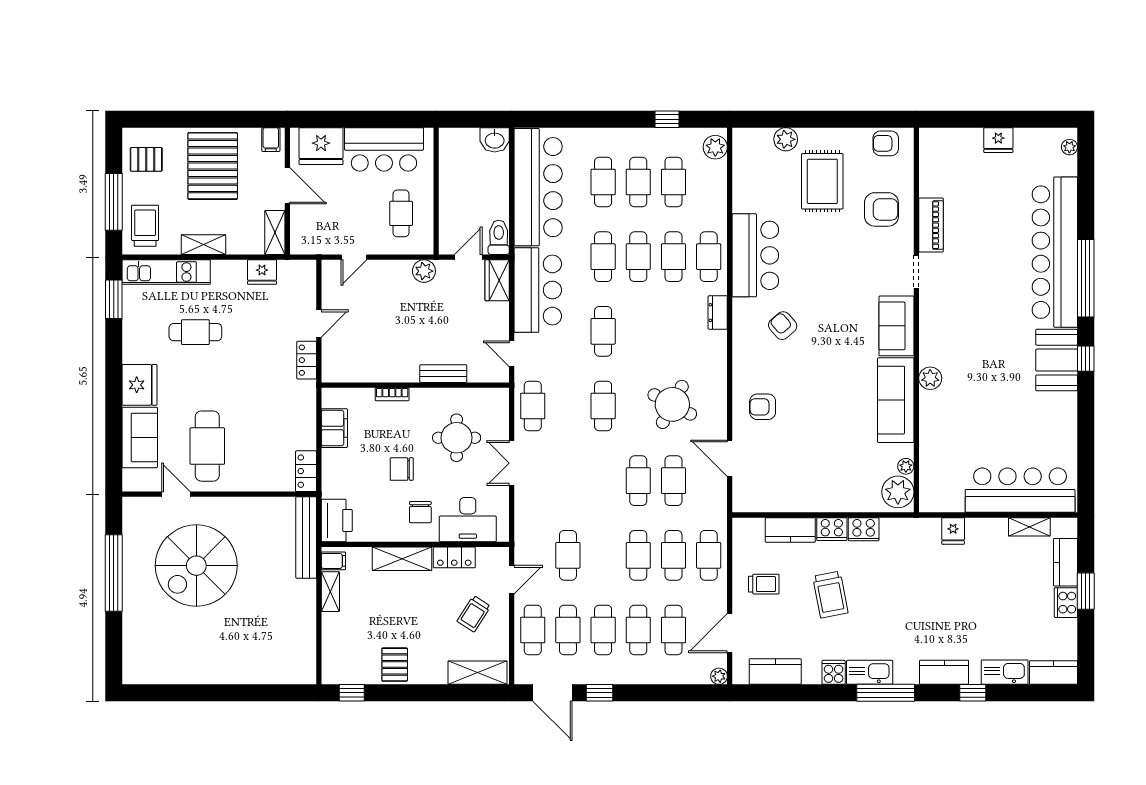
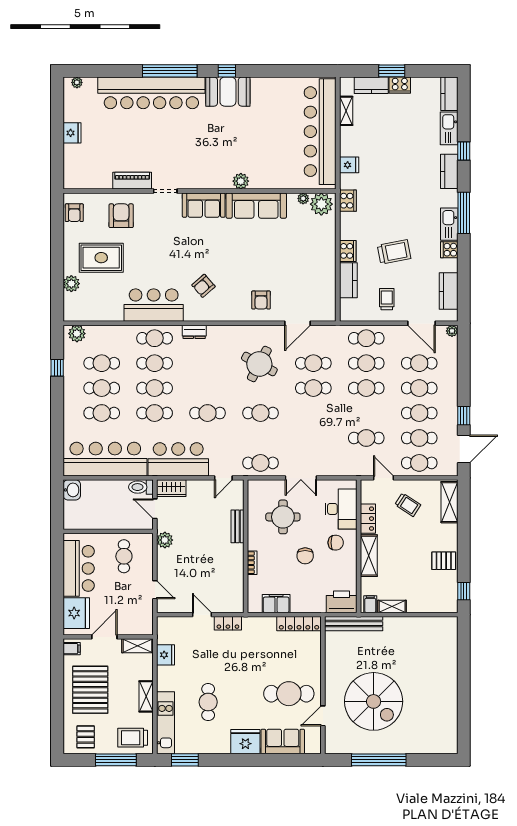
pallet: (213, 166) -> (90, 690), turned 90
cafe table: (401, 213) -> (124, 556), turned 90
locker: (306, 471) -> (299, 624), width x1.53
bar counter: (1020, 490) -> (320, 132), width x1.36
cooker: (864, 529) -> (348, 201), moved

